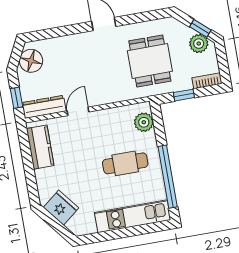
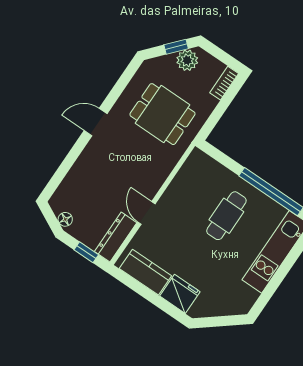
floor lamp: (31, 61) -> (65, 219), width x0.53, depth x0.53
window: (184, 95) -> (217, 113), removed
plant: (144, 122) -> (208, 168), removed
fridge: (61, 208) -> (180, 294), moved, turned 38

